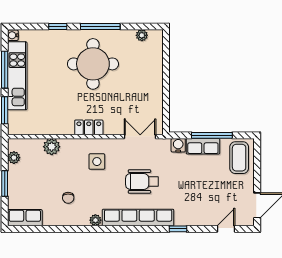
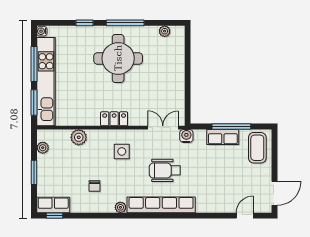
kitchen unit: (17, 76) -> (46, 82), width x1.36
water cooler: (178, 145) -> (186, 136), moved
window: (178, 229) -> (54, 216), moved

